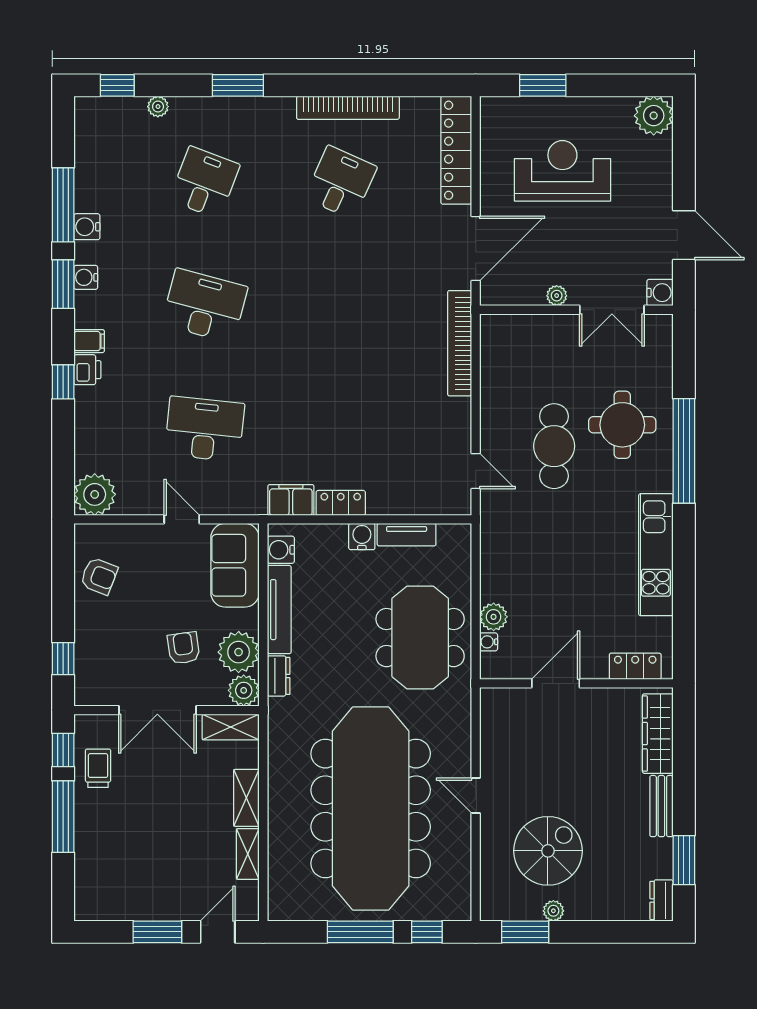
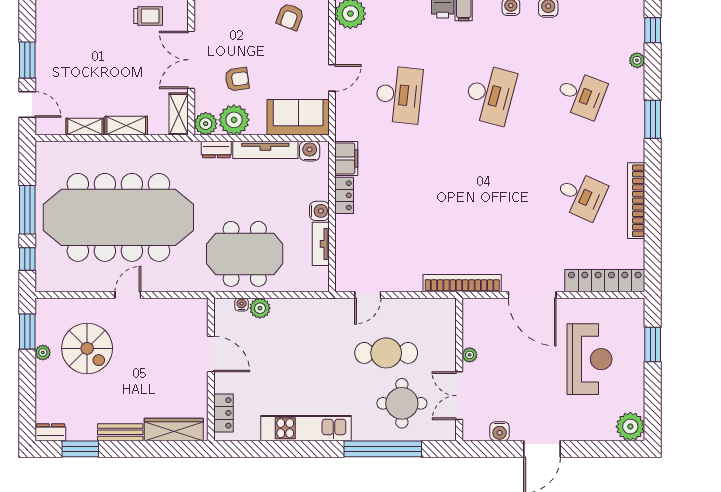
plant: (557, 296) -> (470, 355), moved
wall: (576, 310) -> (459, 369), moved
double door: (612, 310) -> (459, 396), moved

